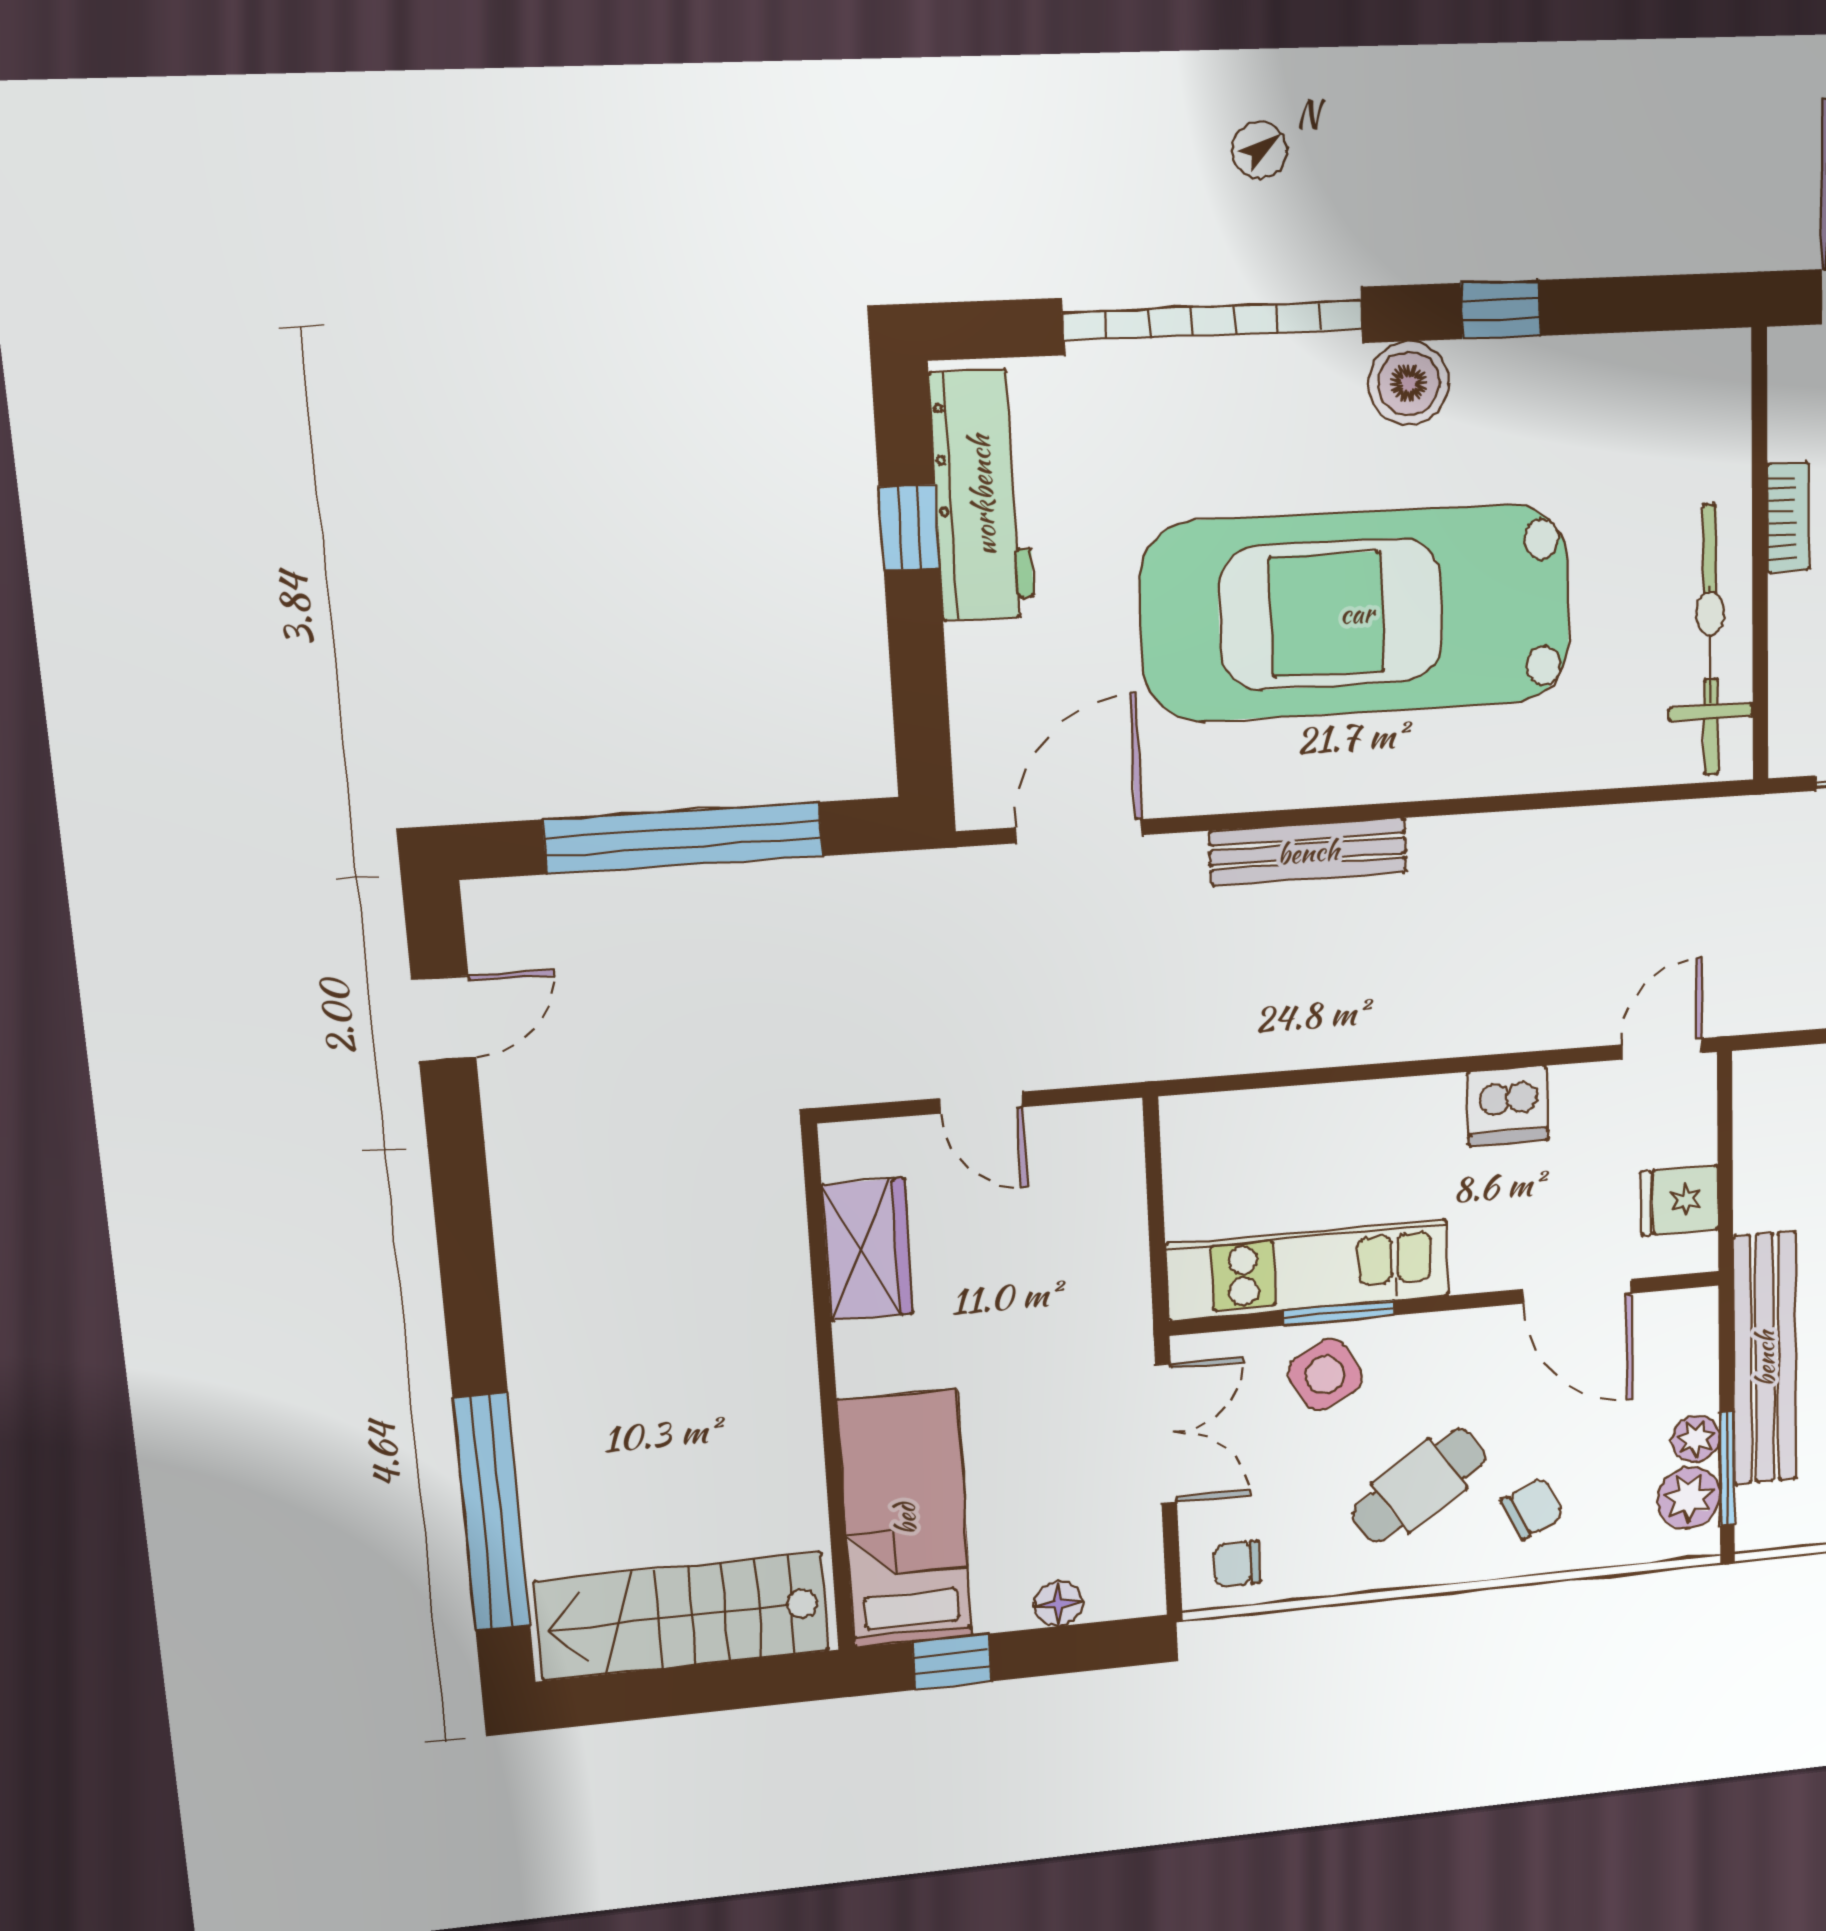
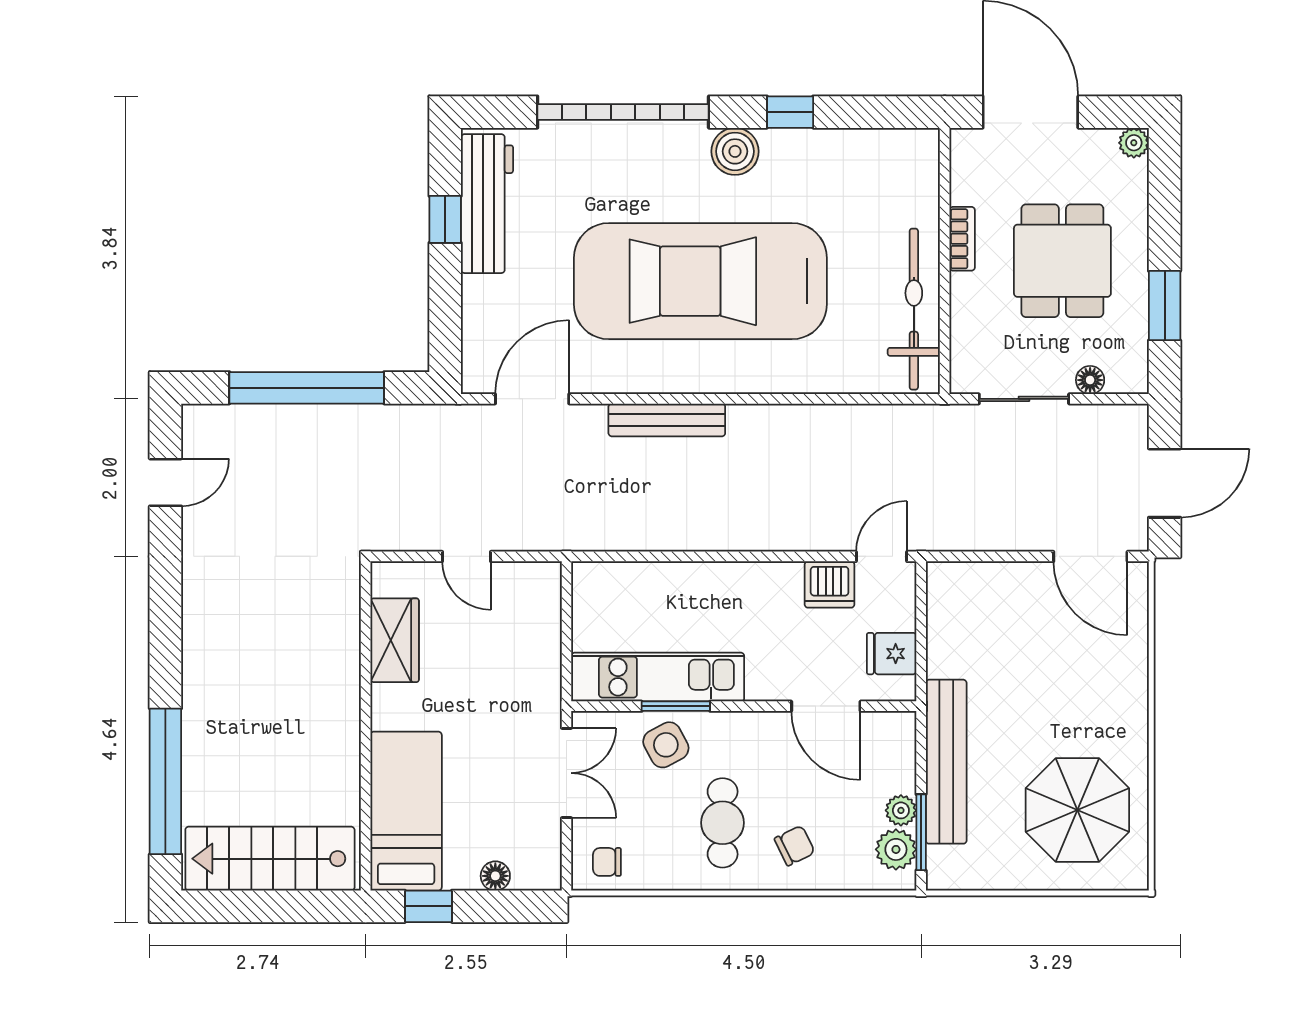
dishwasher: (1508, 1106) -> (830, 584), moved
cafe table: (1419, 1486) -> (723, 823), turned -56

